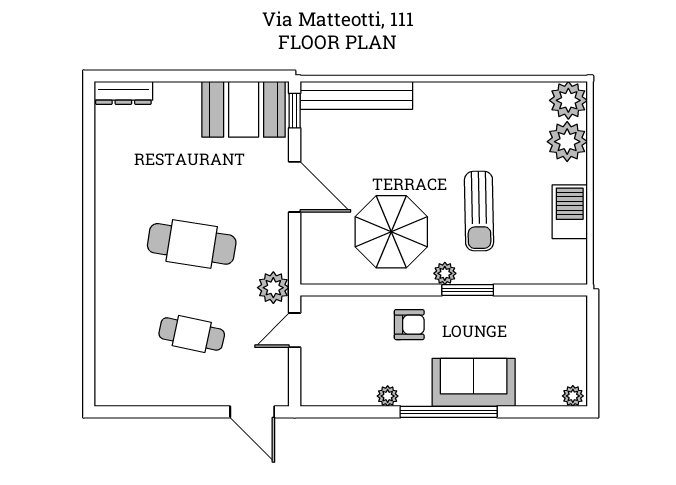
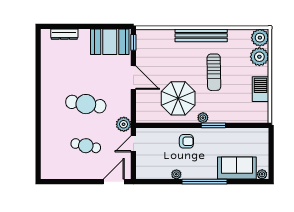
dresser: (123, 93) -> (64, 34), moved
bench: (356, 95) -> (201, 35), moved
sun lounger: (479, 211) -> (214, 72), moved
sofa: (474, 382) -> (237, 168), moved
door: (252, 412) -> (114, 182), swing flipped

